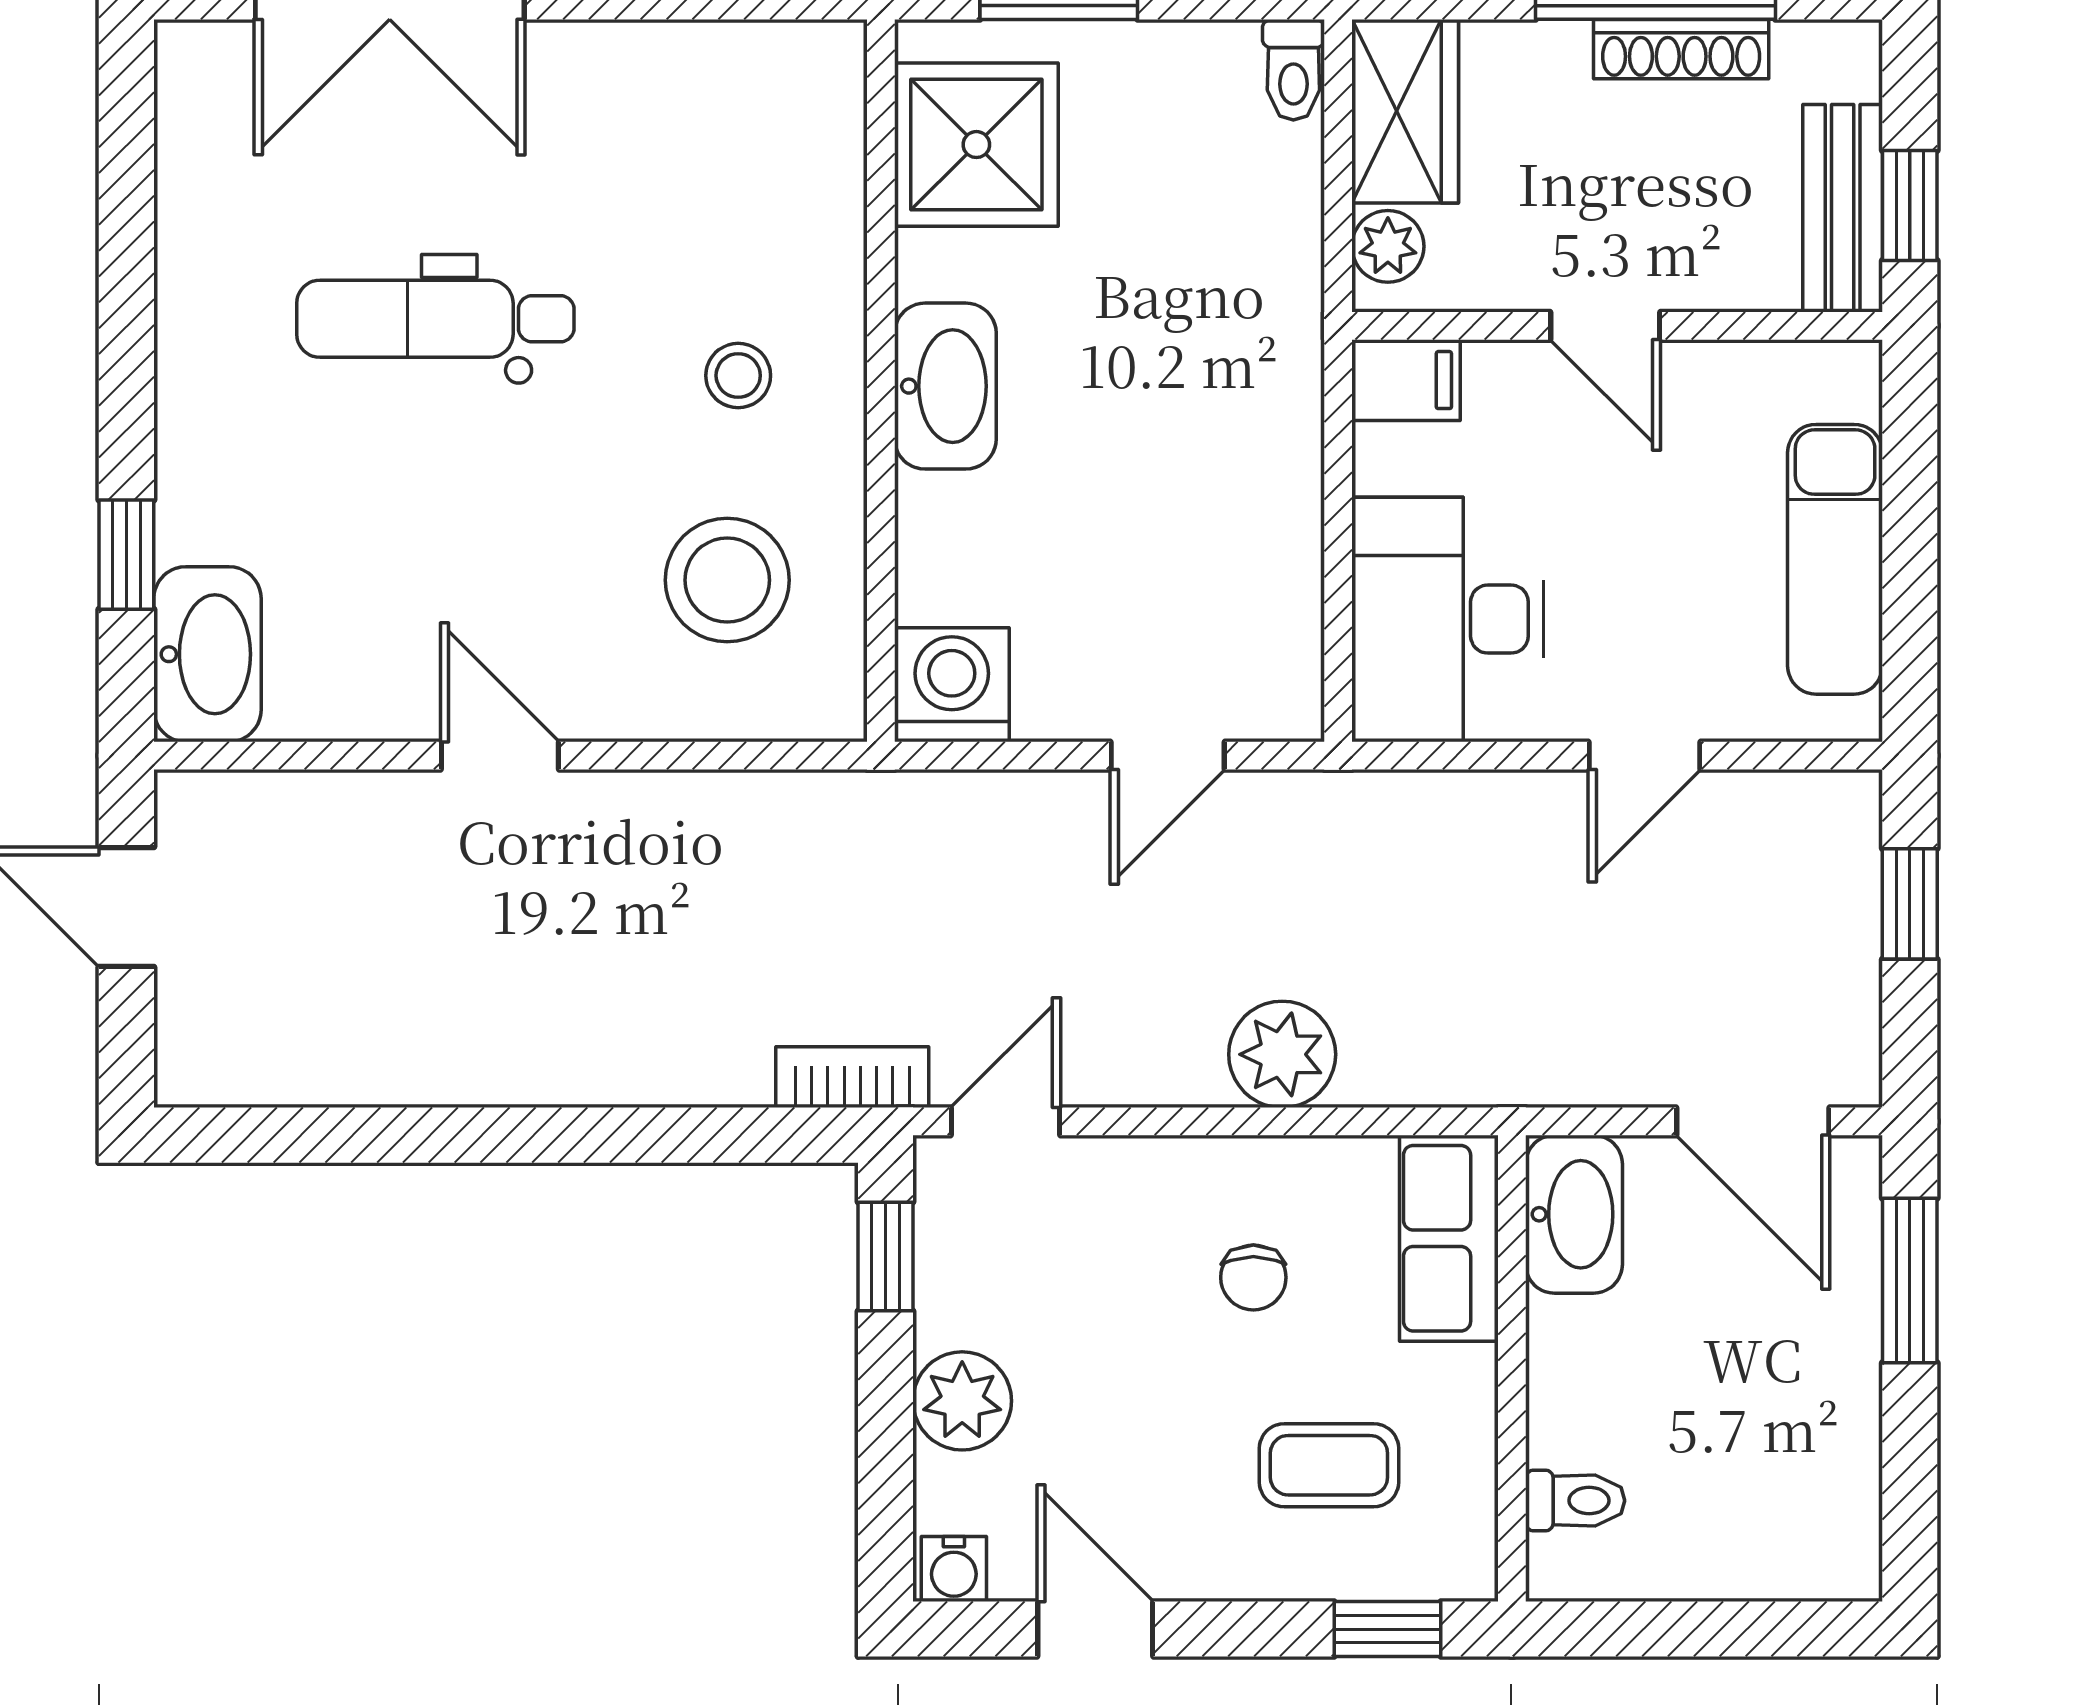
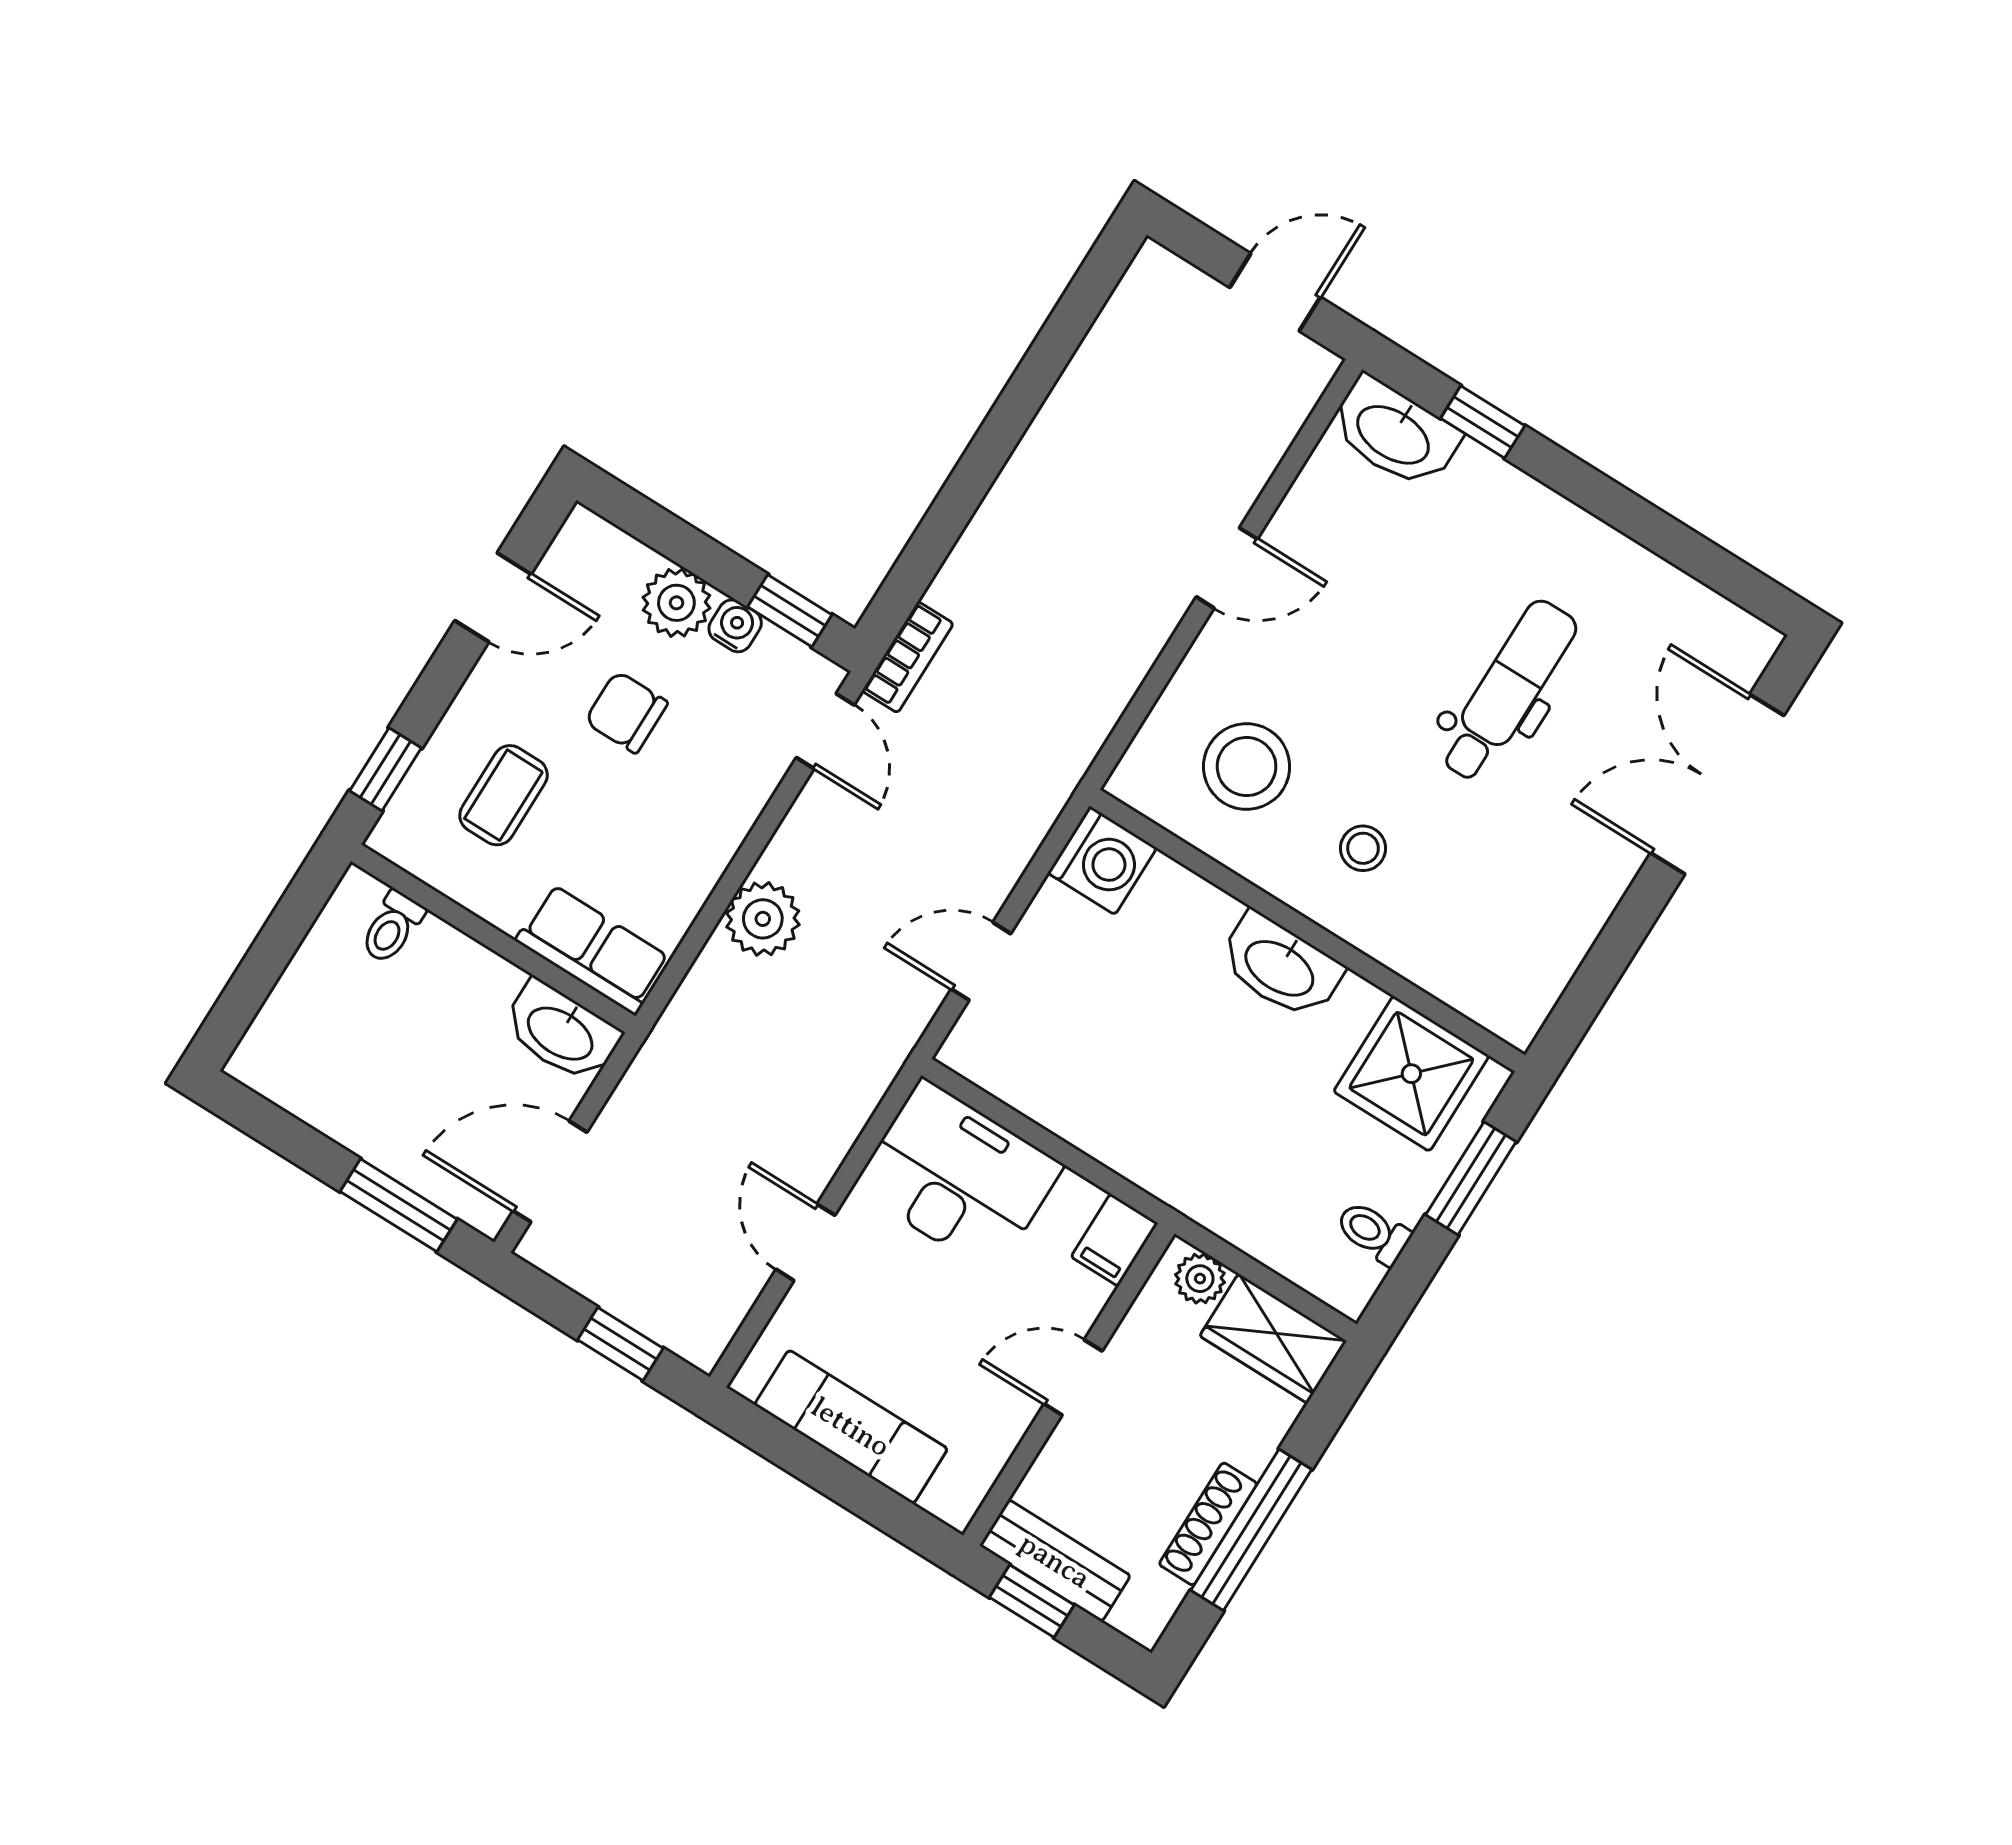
toilet: (1293, 70) -> (1373, 1233), moved
door: (1168, 756) -> (981, 961), hinge flipped
chair: (1253, 1277) -> (626, 712), moved, width x1.37, depth x1.37
water cooler: (954, 1569) -> (735, 626), moved, turned 90

